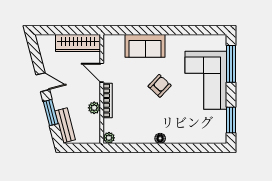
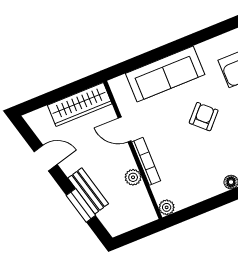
sofa: (145, 46) -> (165, 74), width x1.36
door: (43, 82) -> (46, 158), moved
bench: (65, 125) -> (88, 191), moved

